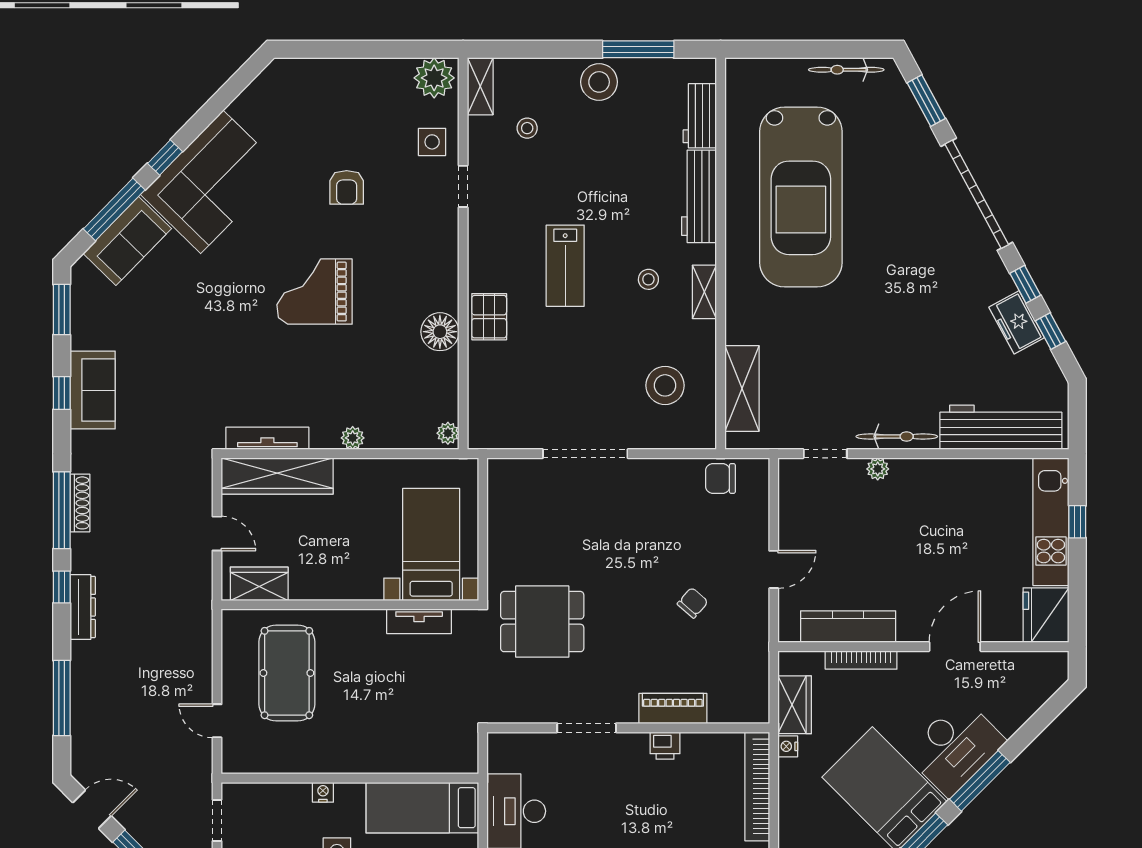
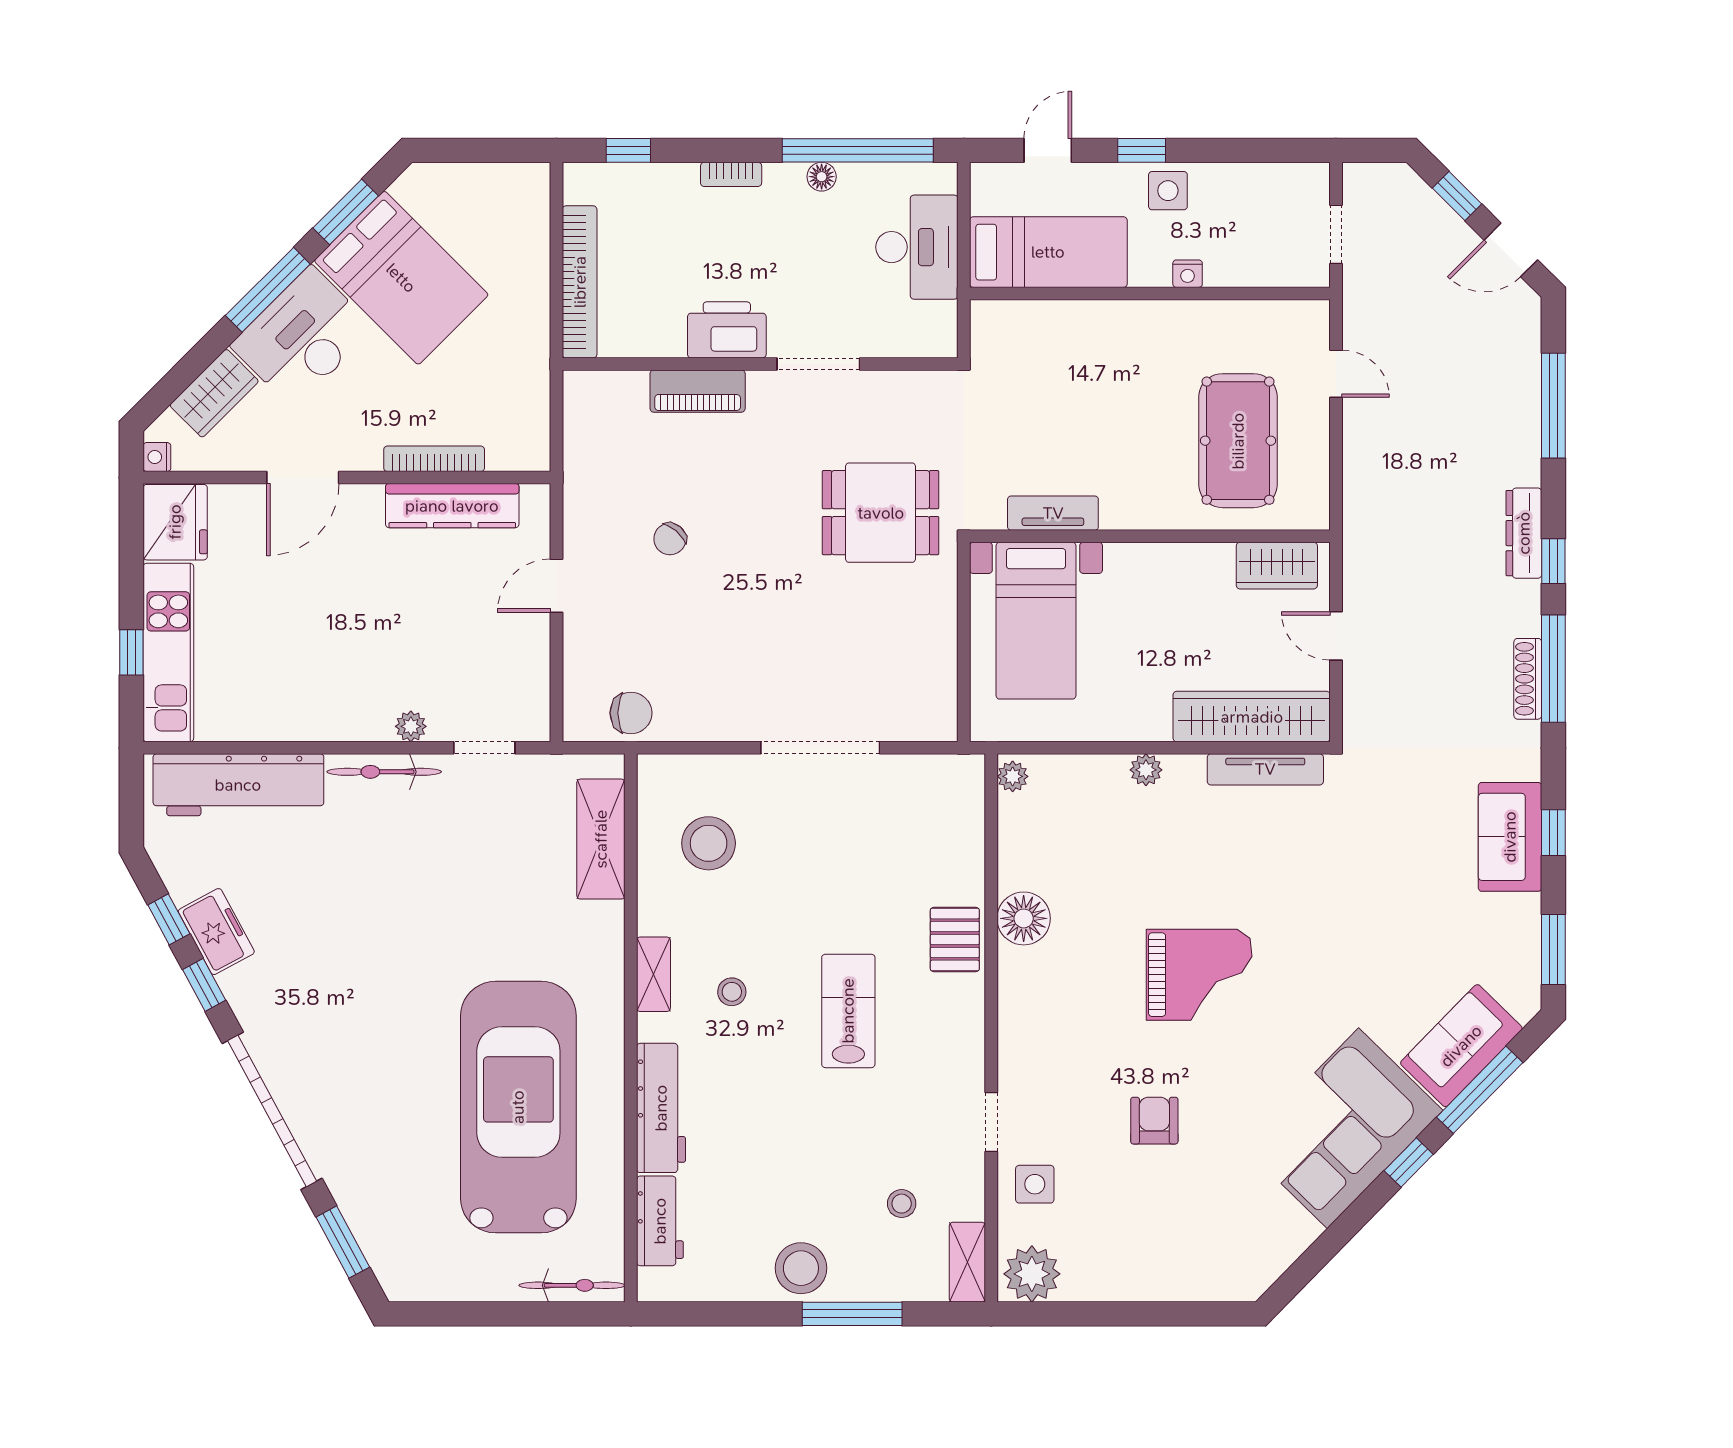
window: (638, 49) -> (852, 1314), moved
bicycle: (846, 70) -> (572, 1285), moved
wardrobe: (795, 705) -> (214, 393), moved, turned -135
printer: (665, 746) -> (727, 330), width x1.87, depth x1.48
nightstand: (788, 746) -> (157, 457), moved, turned 180

